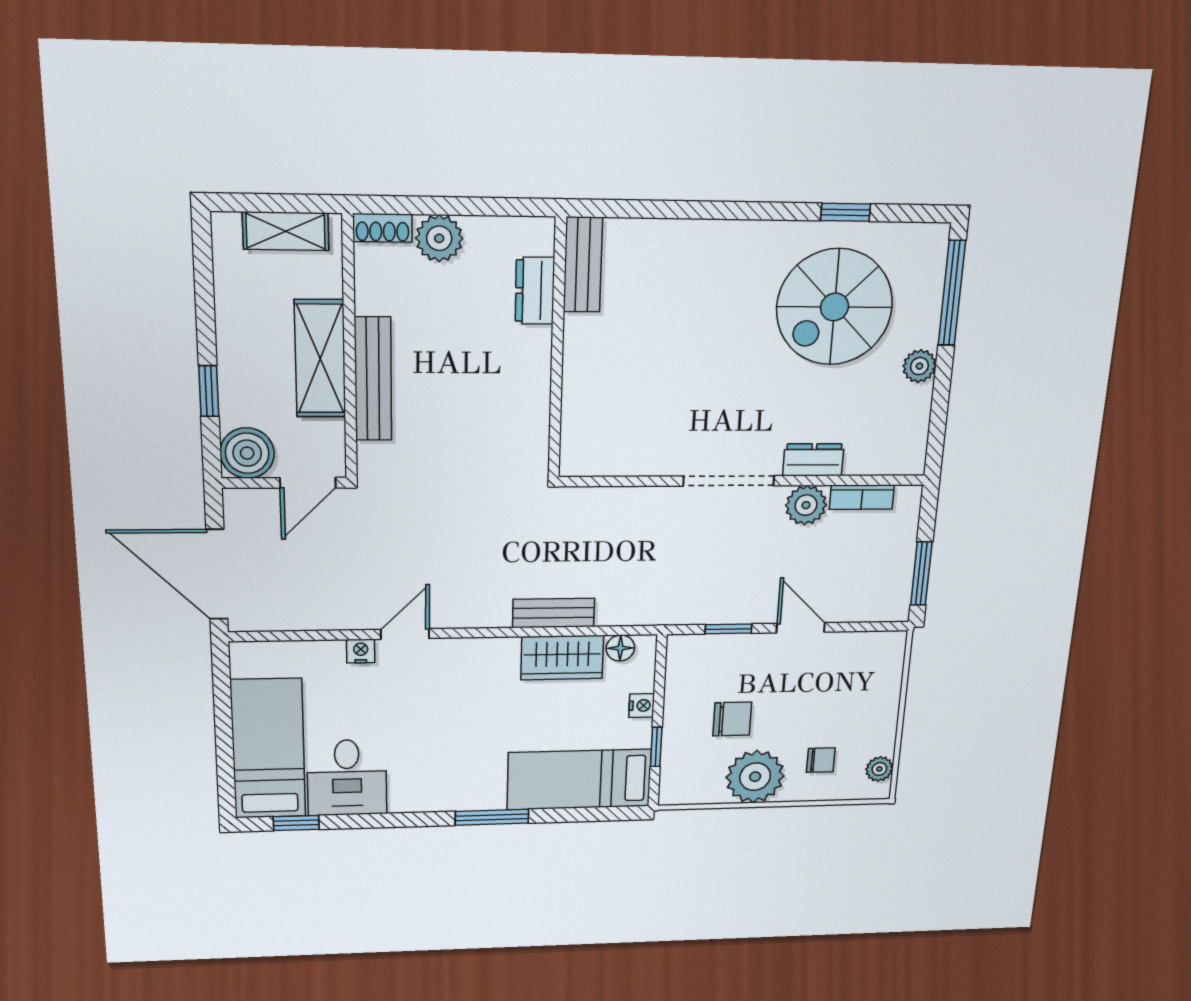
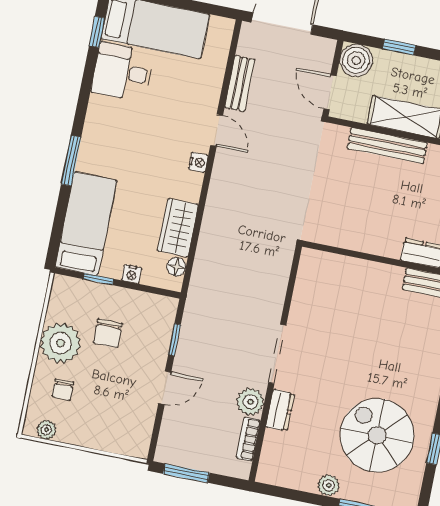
bench: (554, 613) -> (240, 83), moved
nightstand: (361, 651) -> (198, 162), moved

